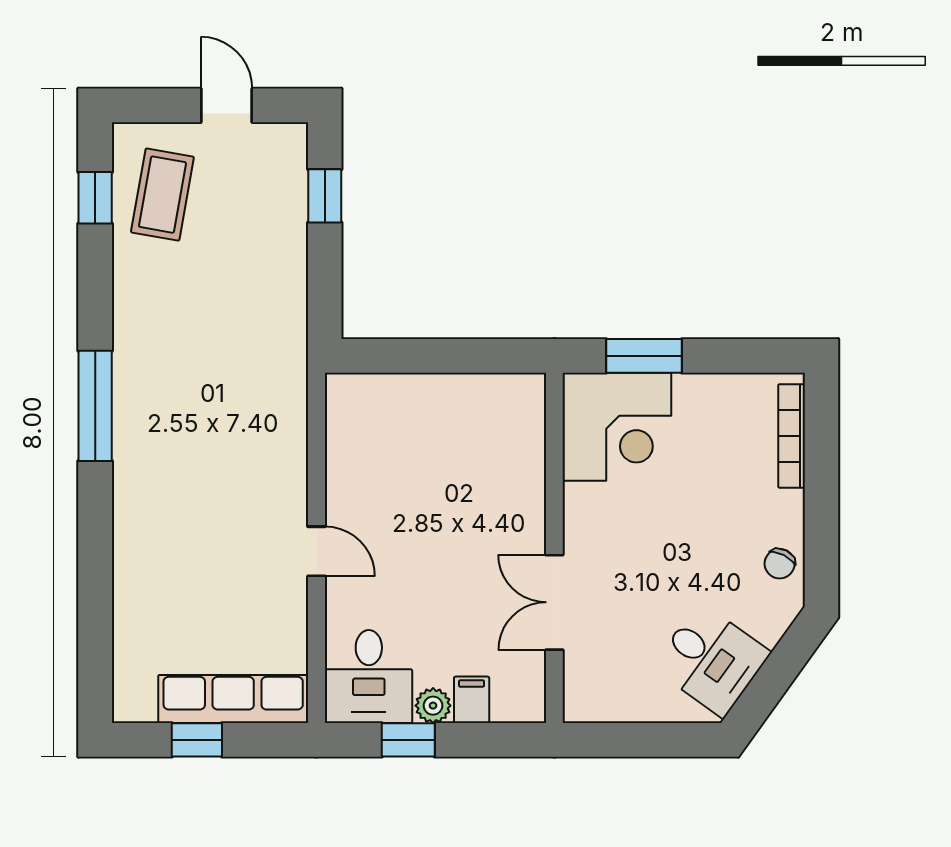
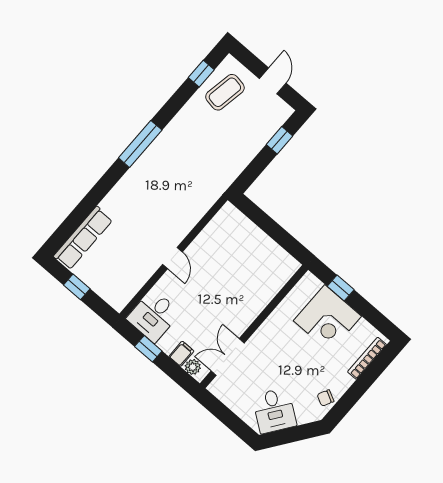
window: (644, 356) -> (341, 288), width x0.67
corner desk: (617, 427) -> (327, 319), moved
double door: (554, 602) -> (228, 357), moved
row of seats: (233, 699) -> (83, 238), moved, turned 90
plant: (433, 706) -> (193, 367), moved

